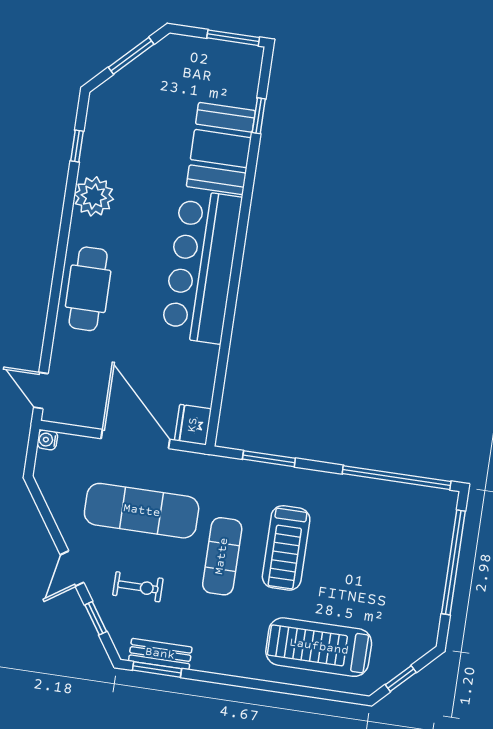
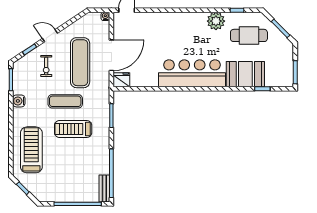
cafe table: (88, 289) -> (249, 35), moved
bench: (160, 654) -> (104, 188), moved
water cooler: (206, 659) -> (19, 101), added

